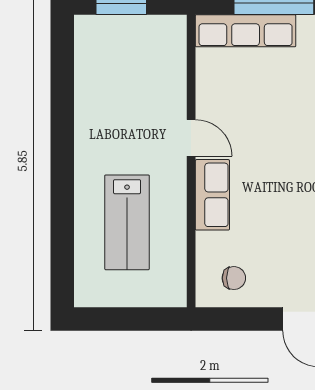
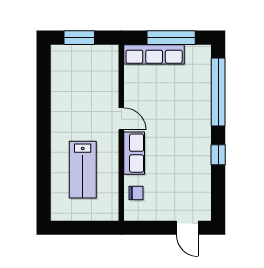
chair: (234, 278) -> (136, 193), moved

